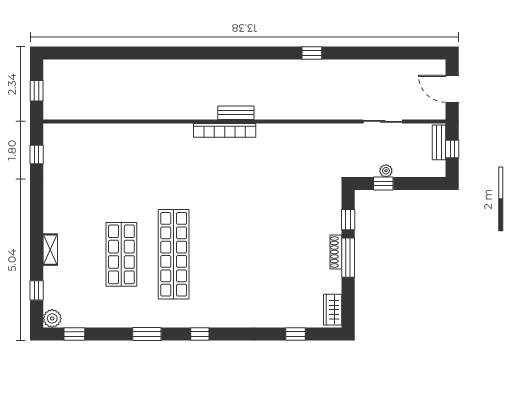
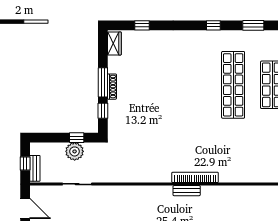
plant: (386, 171) -> (75, 151), width x1.87, depth x1.87

